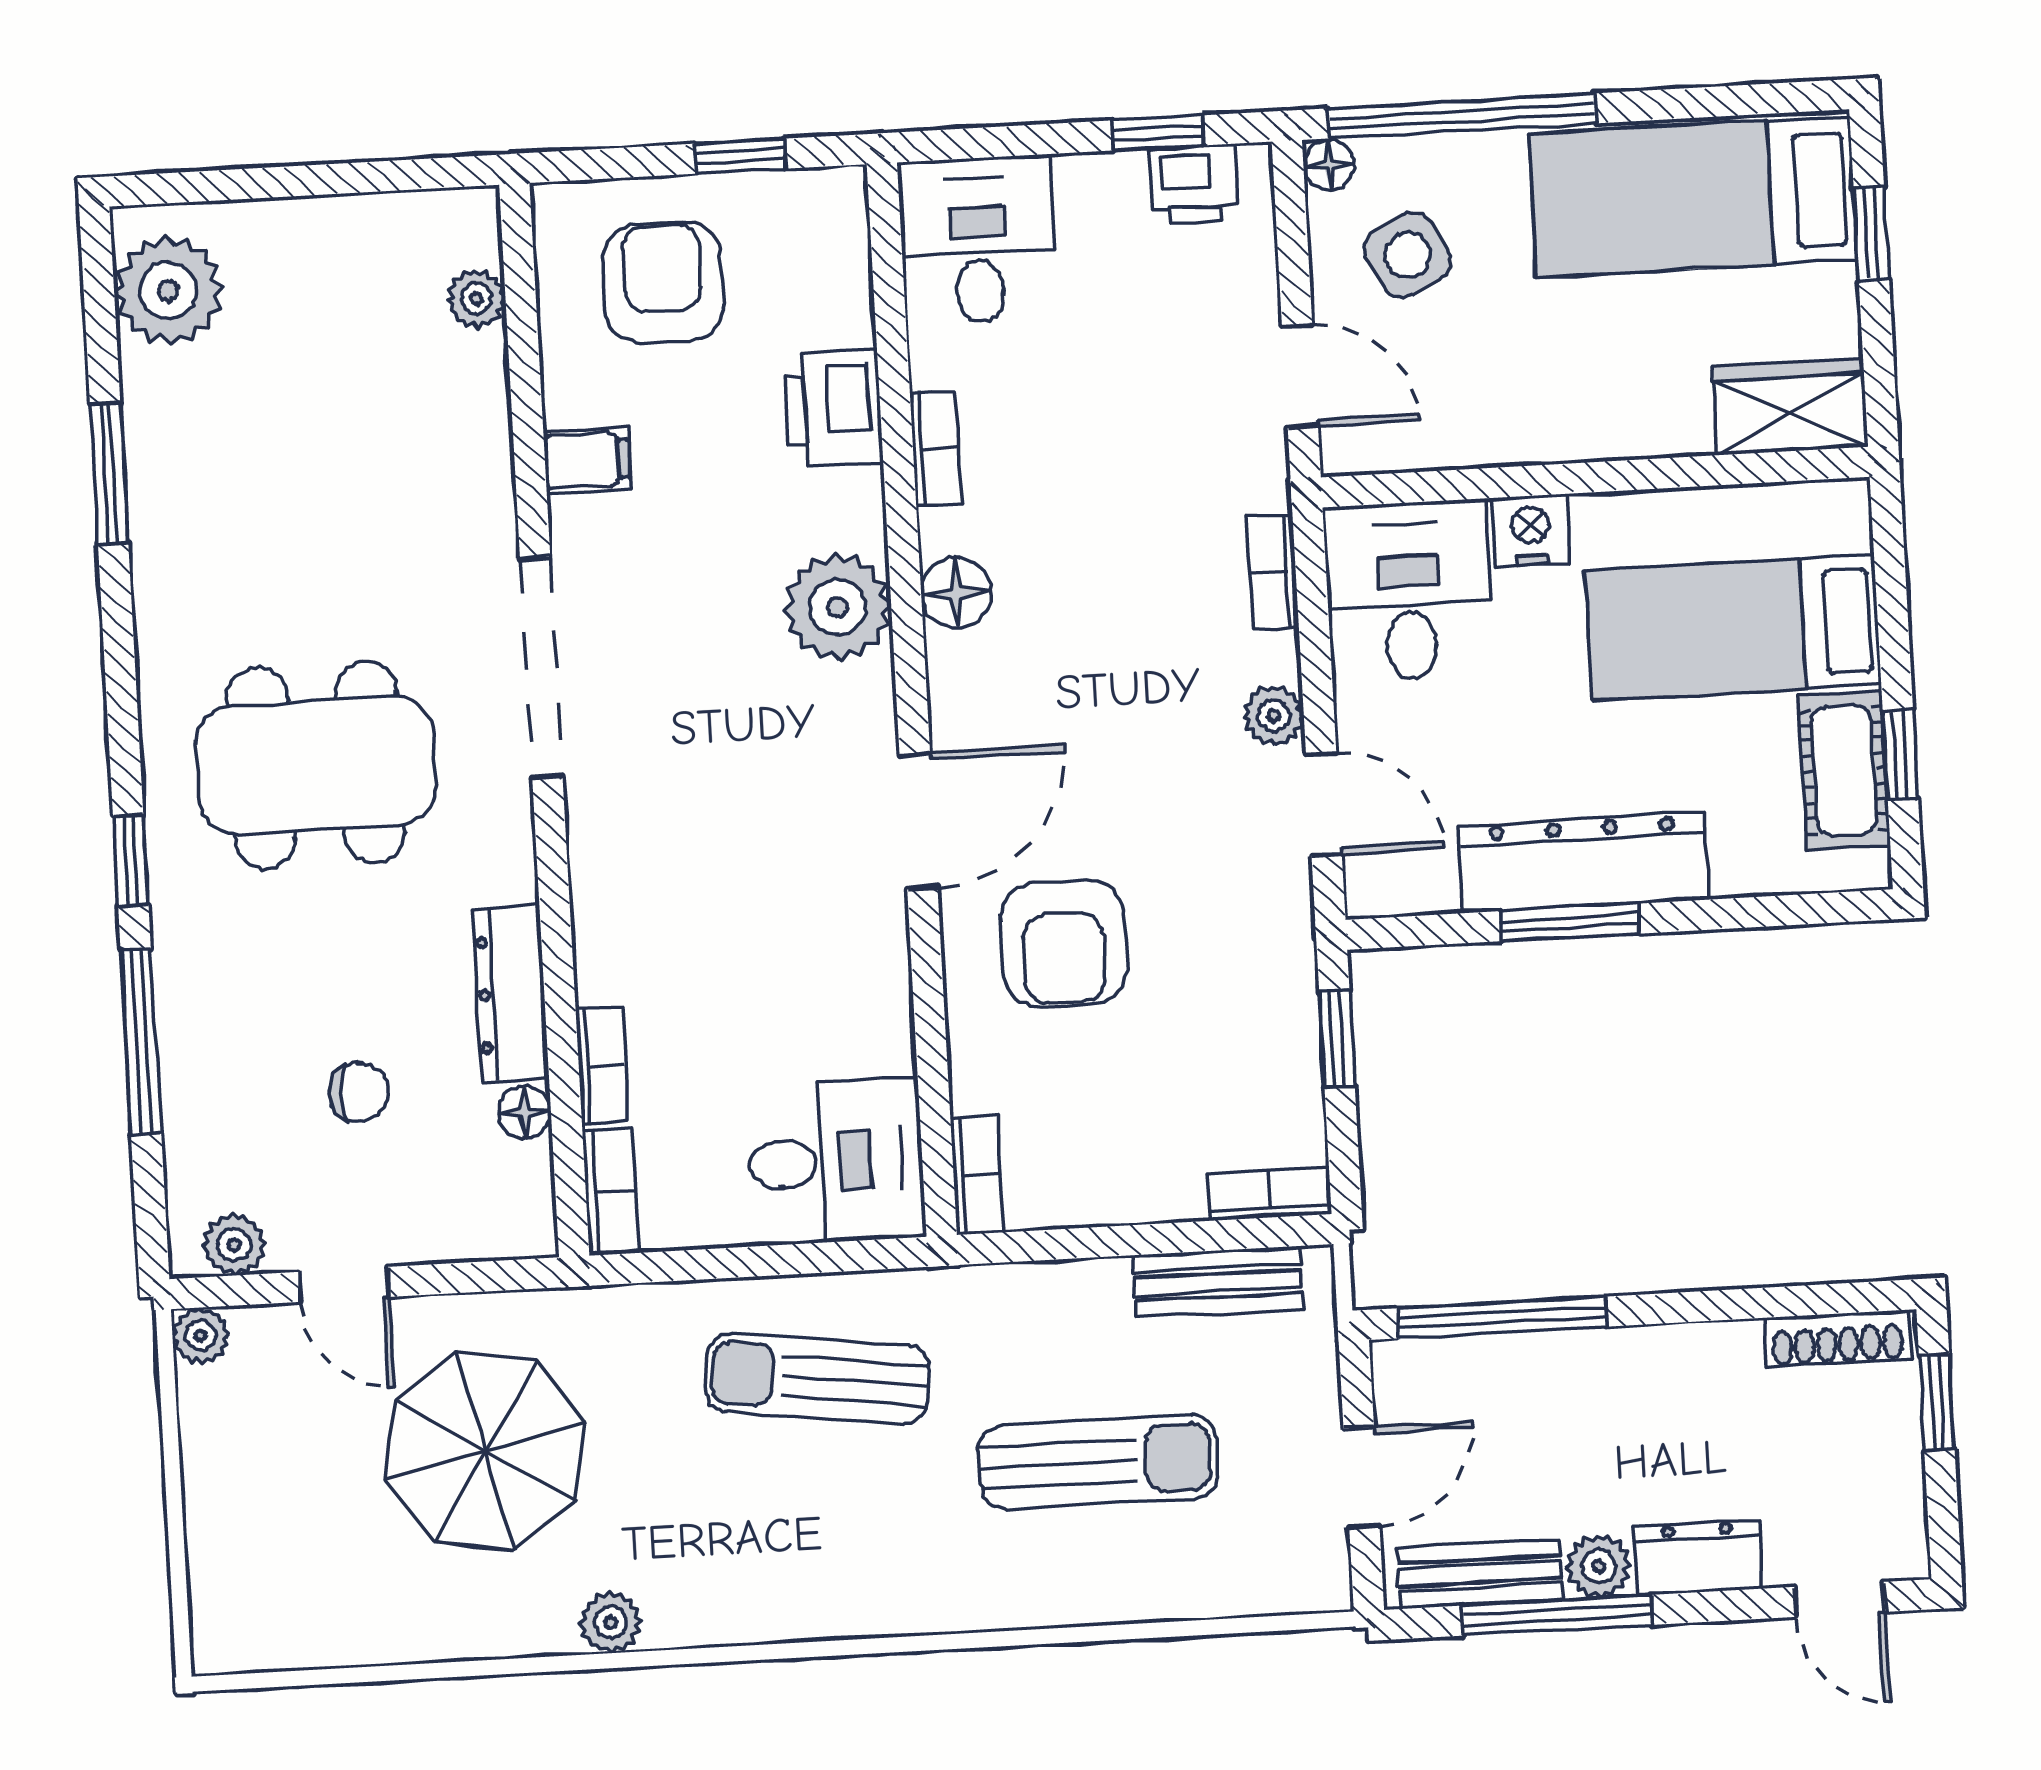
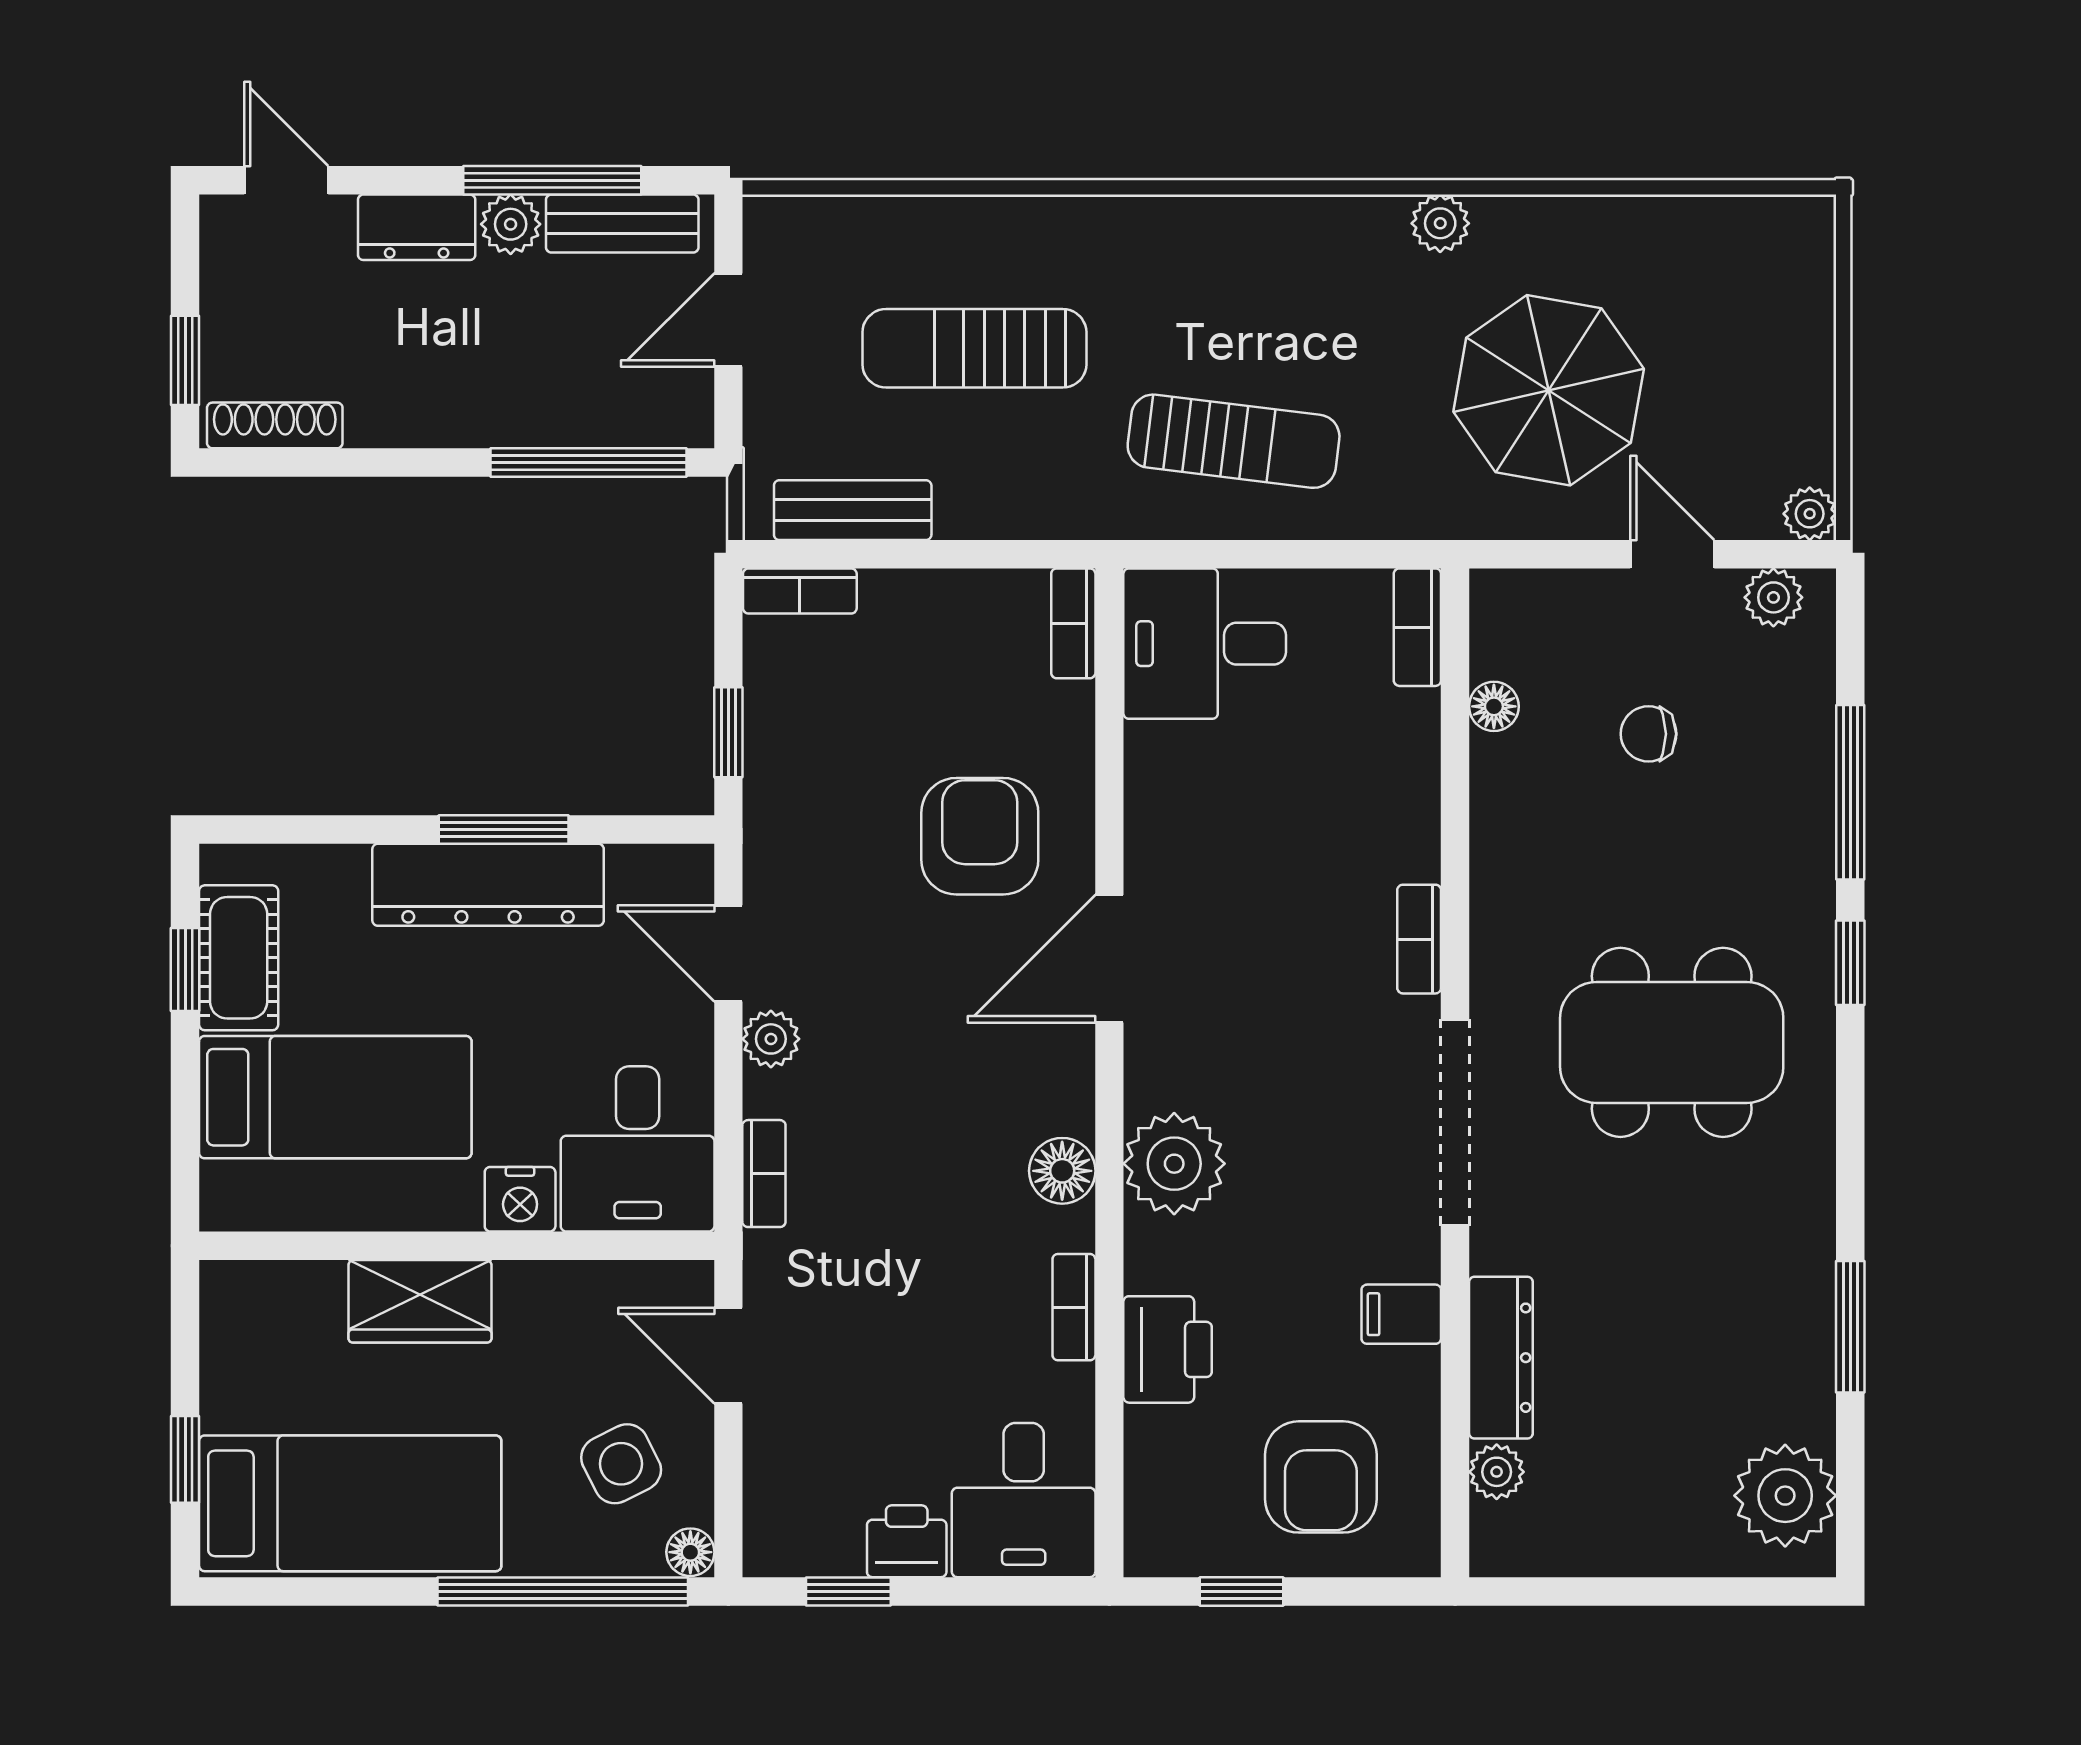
printer: (1194, 184) -> (907, 1541), moved
wardrobe: (1790, 407) -> (420, 1301), moved
dresser: (511, 994) -> (1501, 1358), moved
bookcase: (602, 1065) -> (1419, 939), moved

